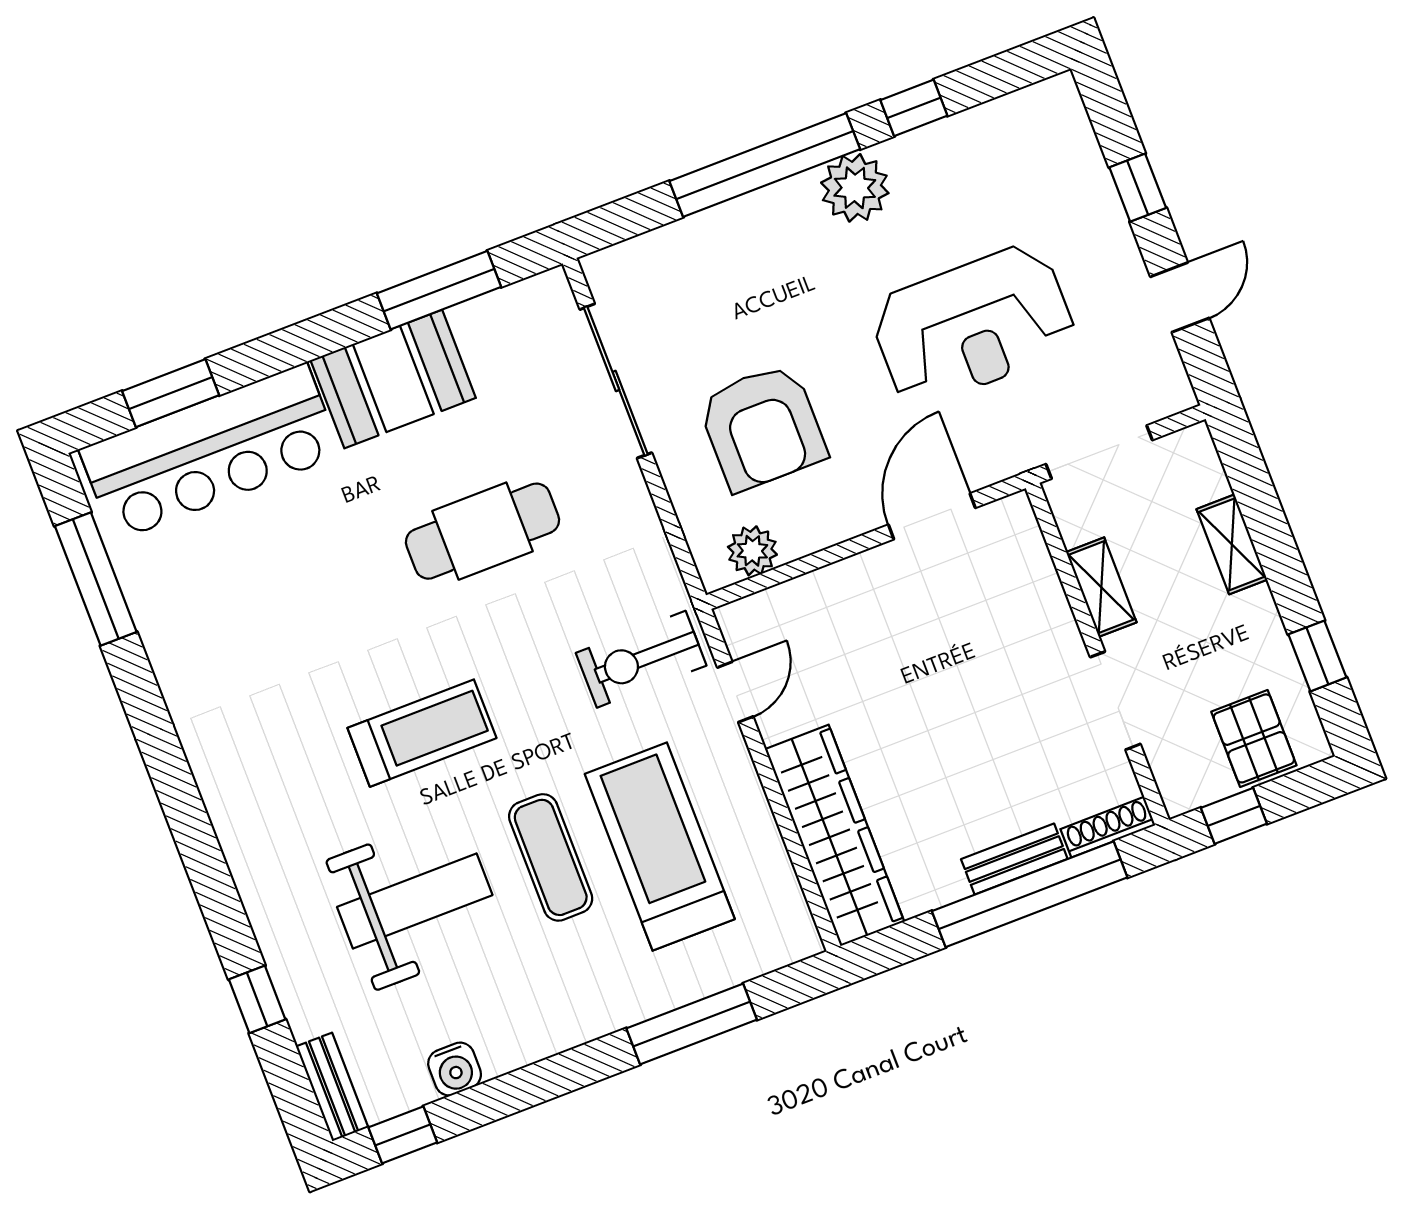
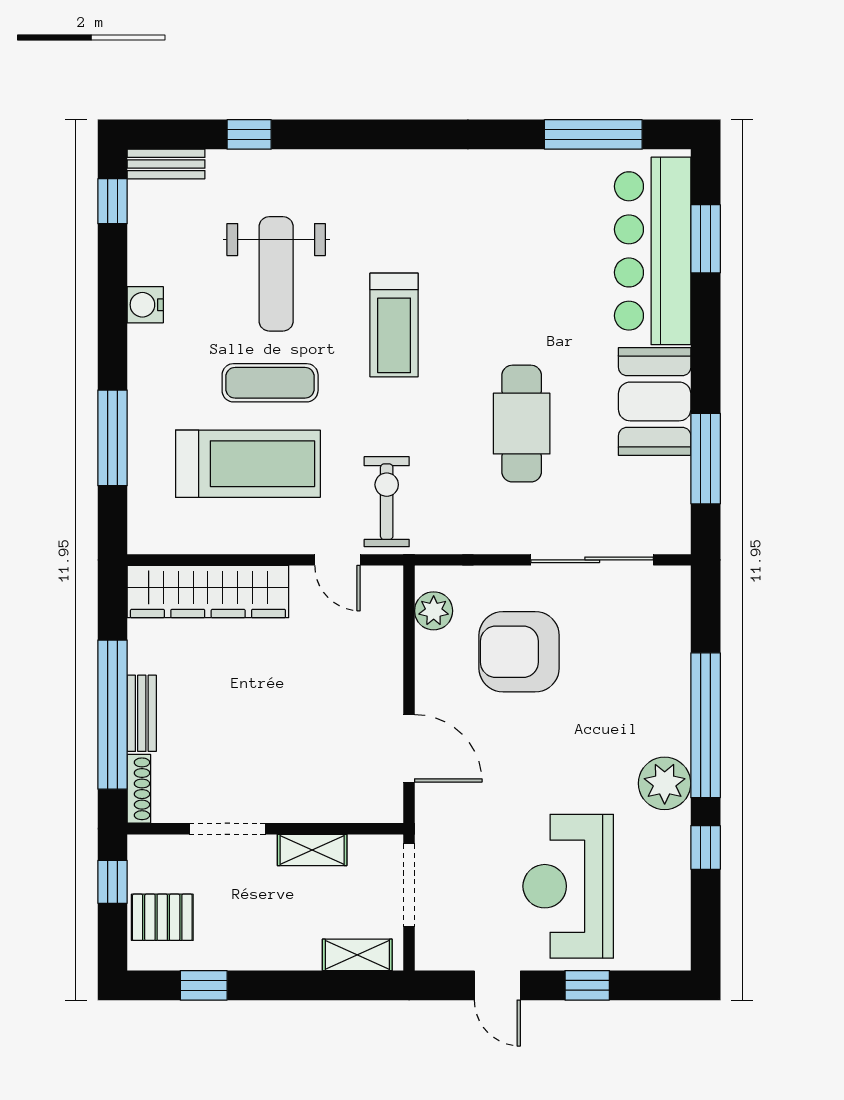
reception desk: (973, 325) -> (568, 886), moved
shelving: (1232, 544) -> (357, 955), moved
water cooler: (455, 1069) -> (145, 305), moved

